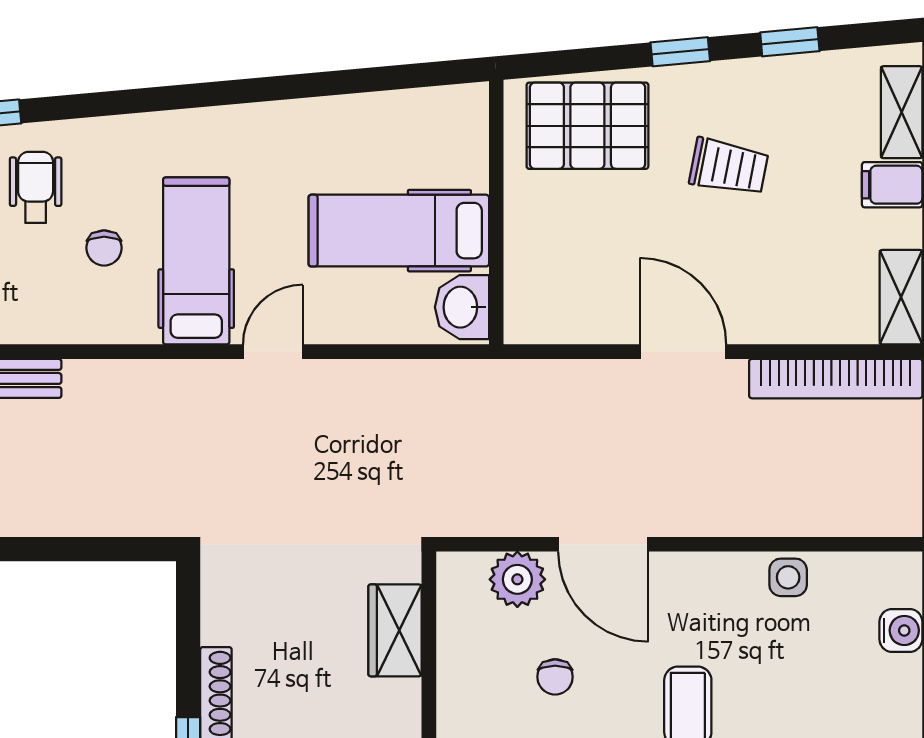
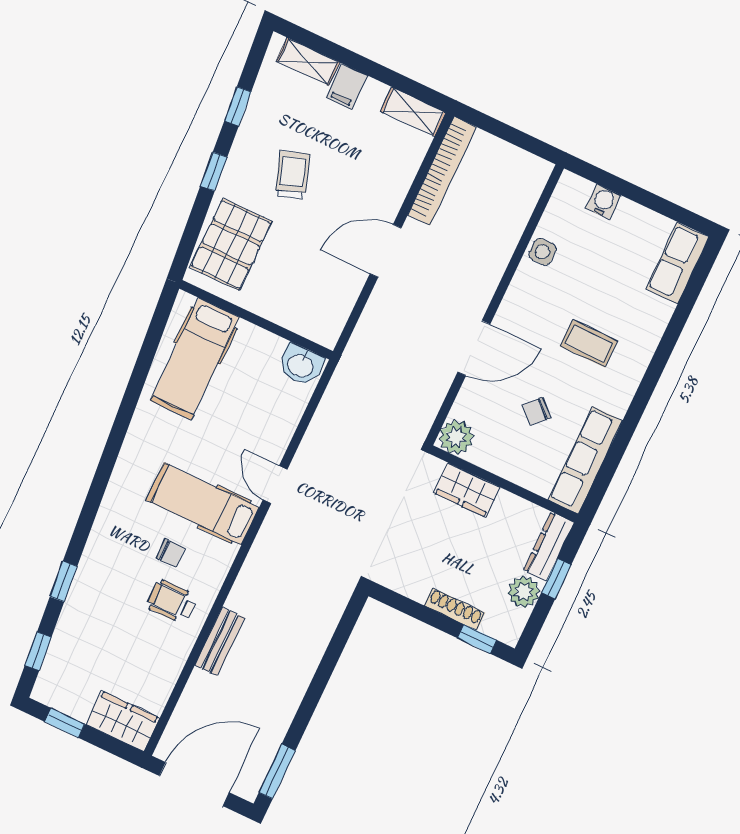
trolley: (729, 167) -> (293, 175), turned -30
wheelchair: (36, 187) -> (172, 602), moved
hospital bed: (399, 231) -> (195, 359), moved
plant: (517, 579) -> (456, 437), moved
chair: (555, 677) -> (536, 411), turned 134

